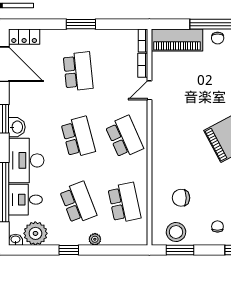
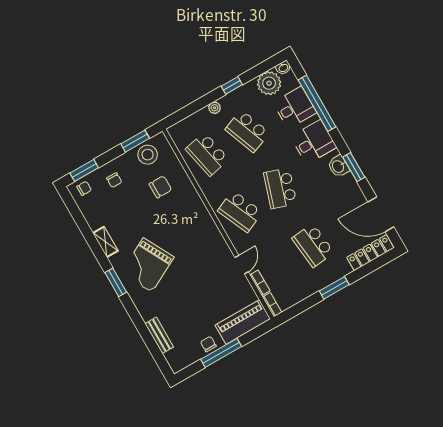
locker: (24, 37) -> (370, 253), width x1.53
school desk: (78, 137) -> (280, 188), turned 33
desk: (26, 160) -> (314, 142), width x0.73

